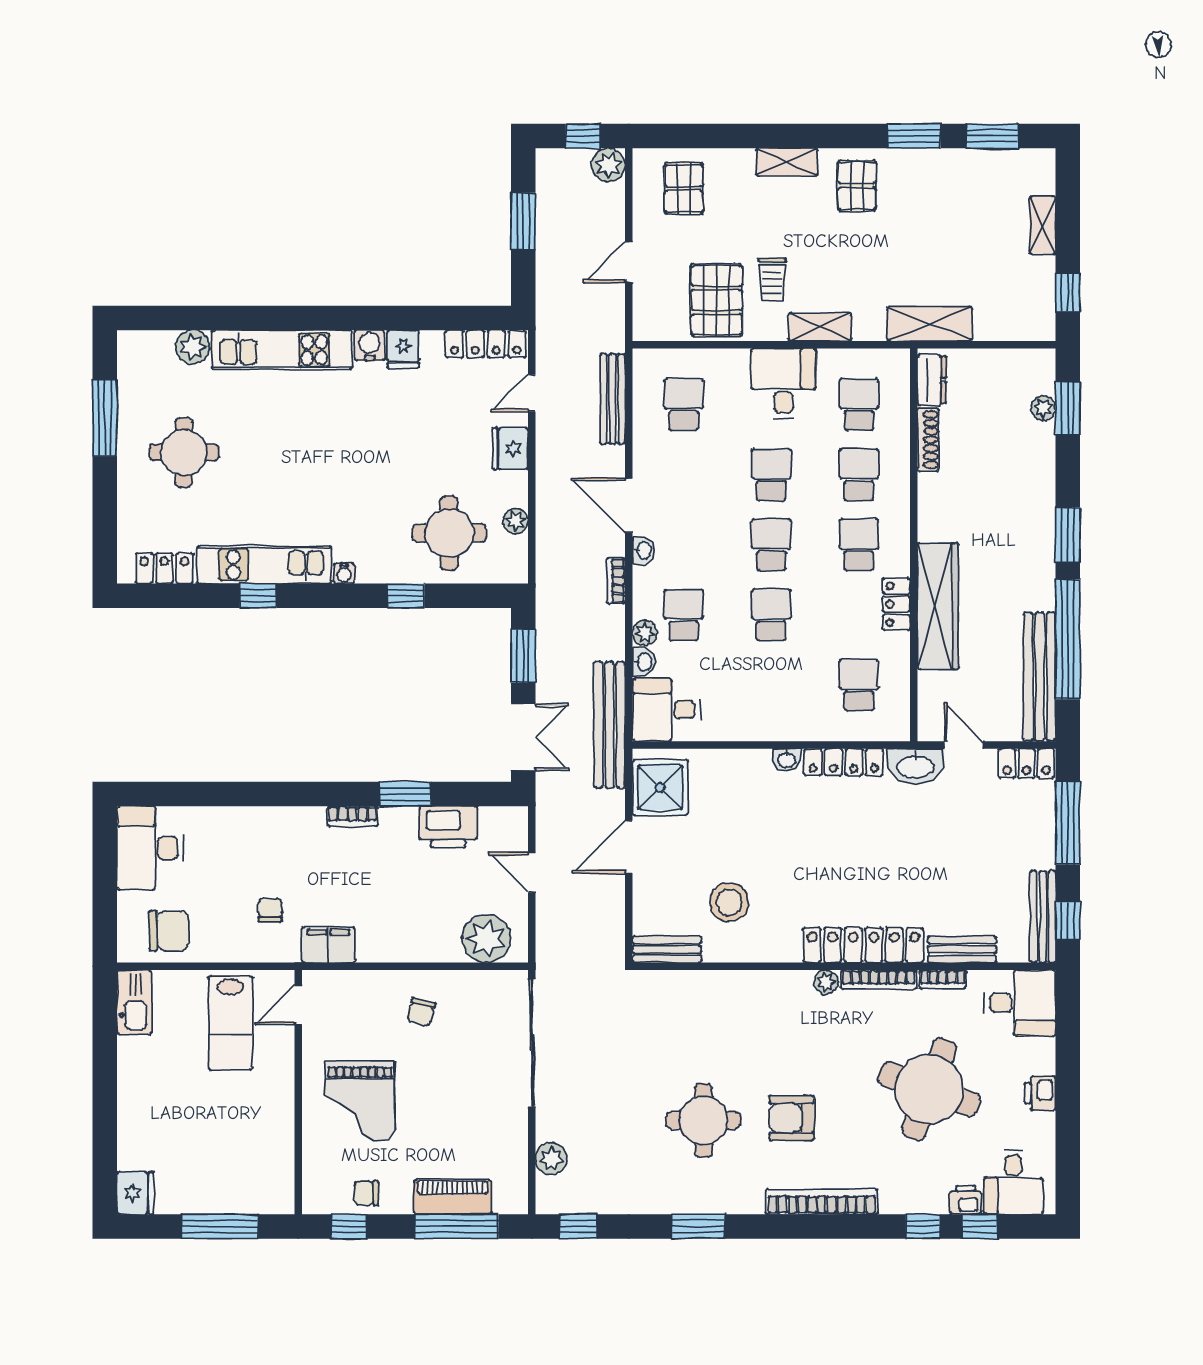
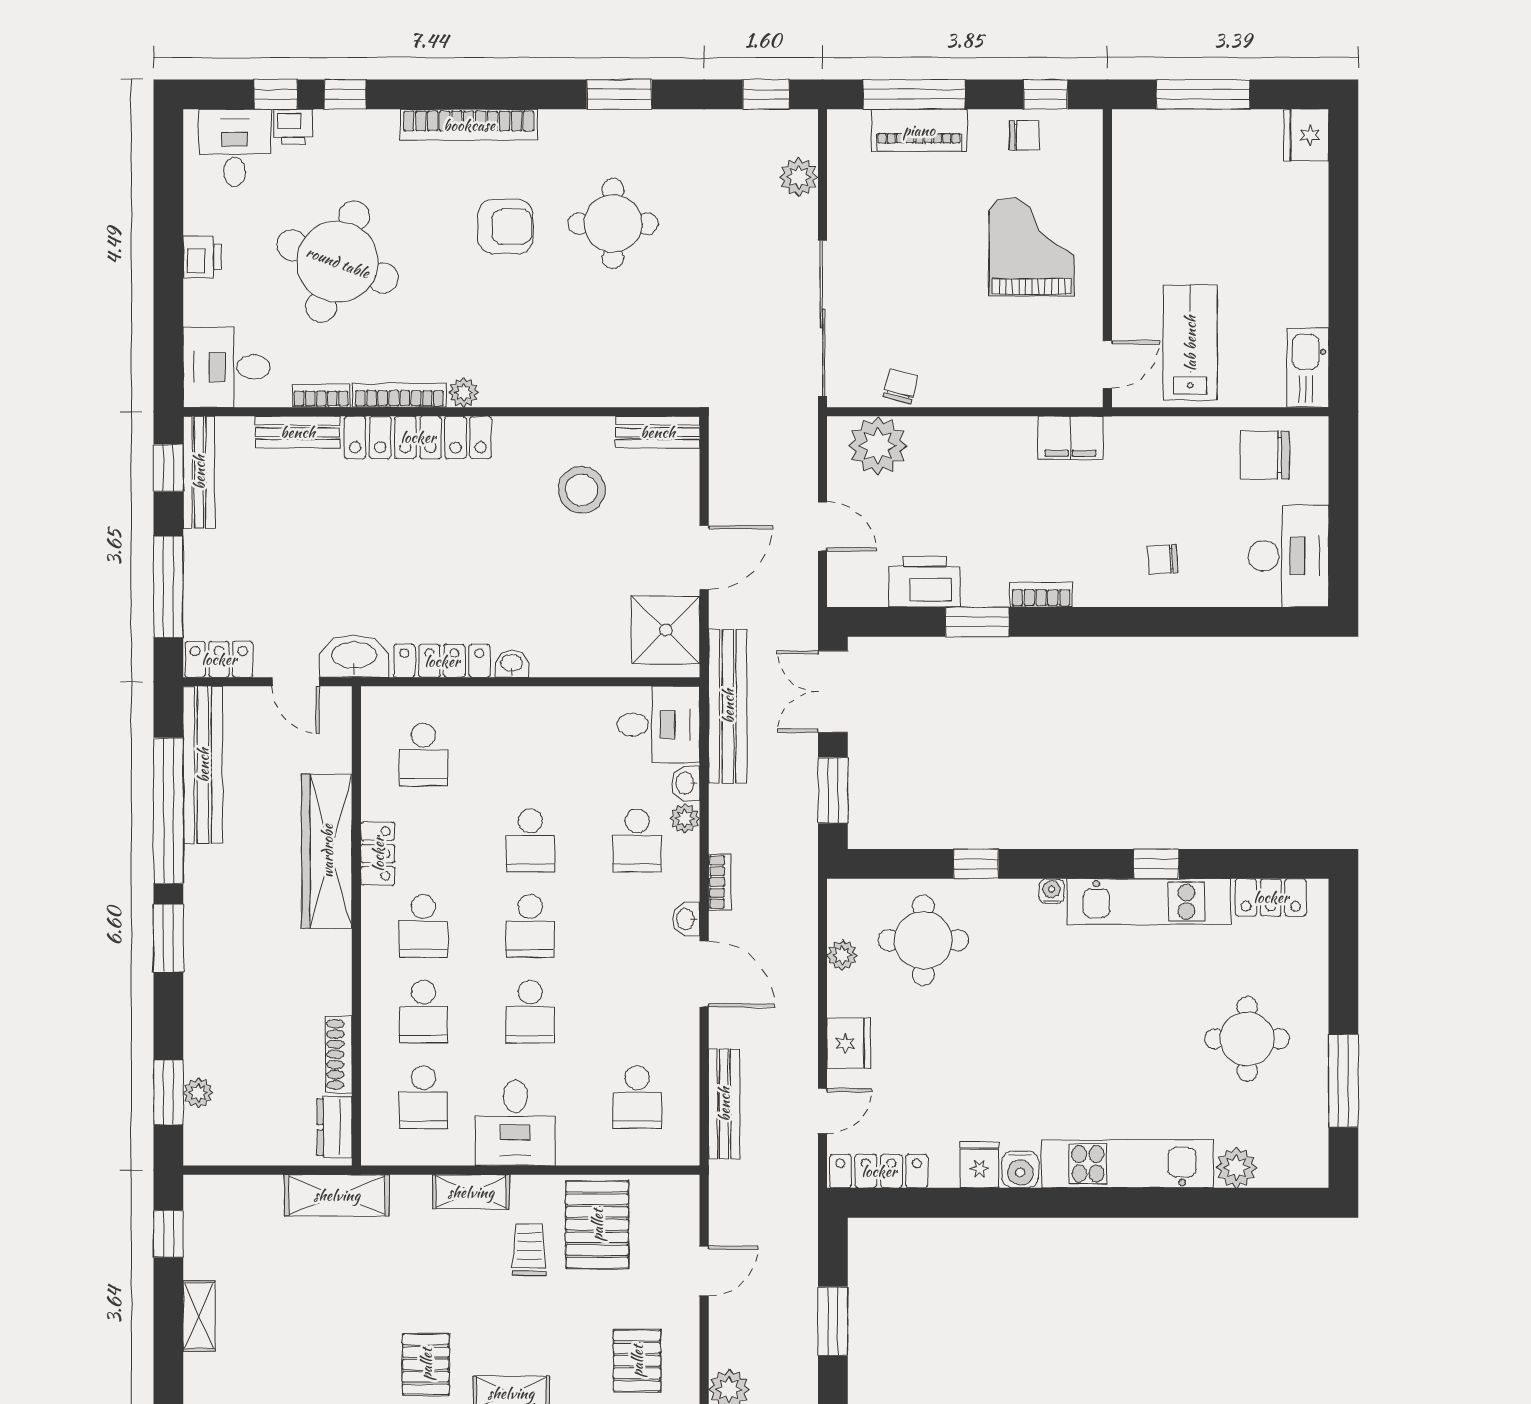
chair: (270, 910) -> (1163, 560), moved, turned 86
chair: (421, 1012) -> (900, 386), moved

